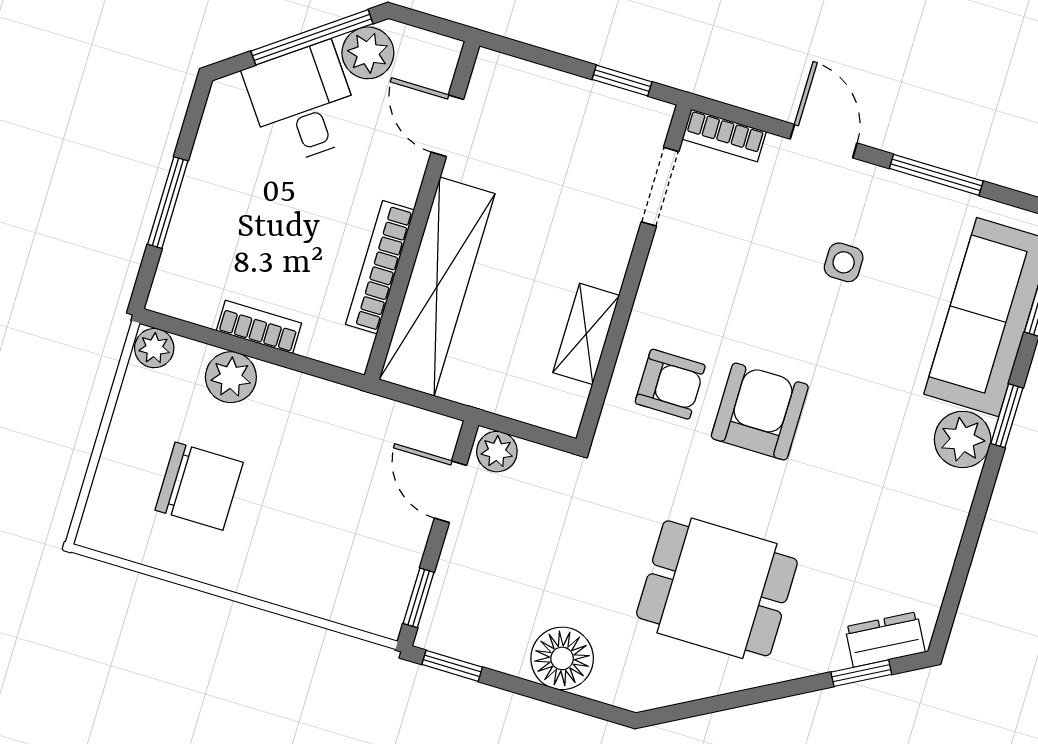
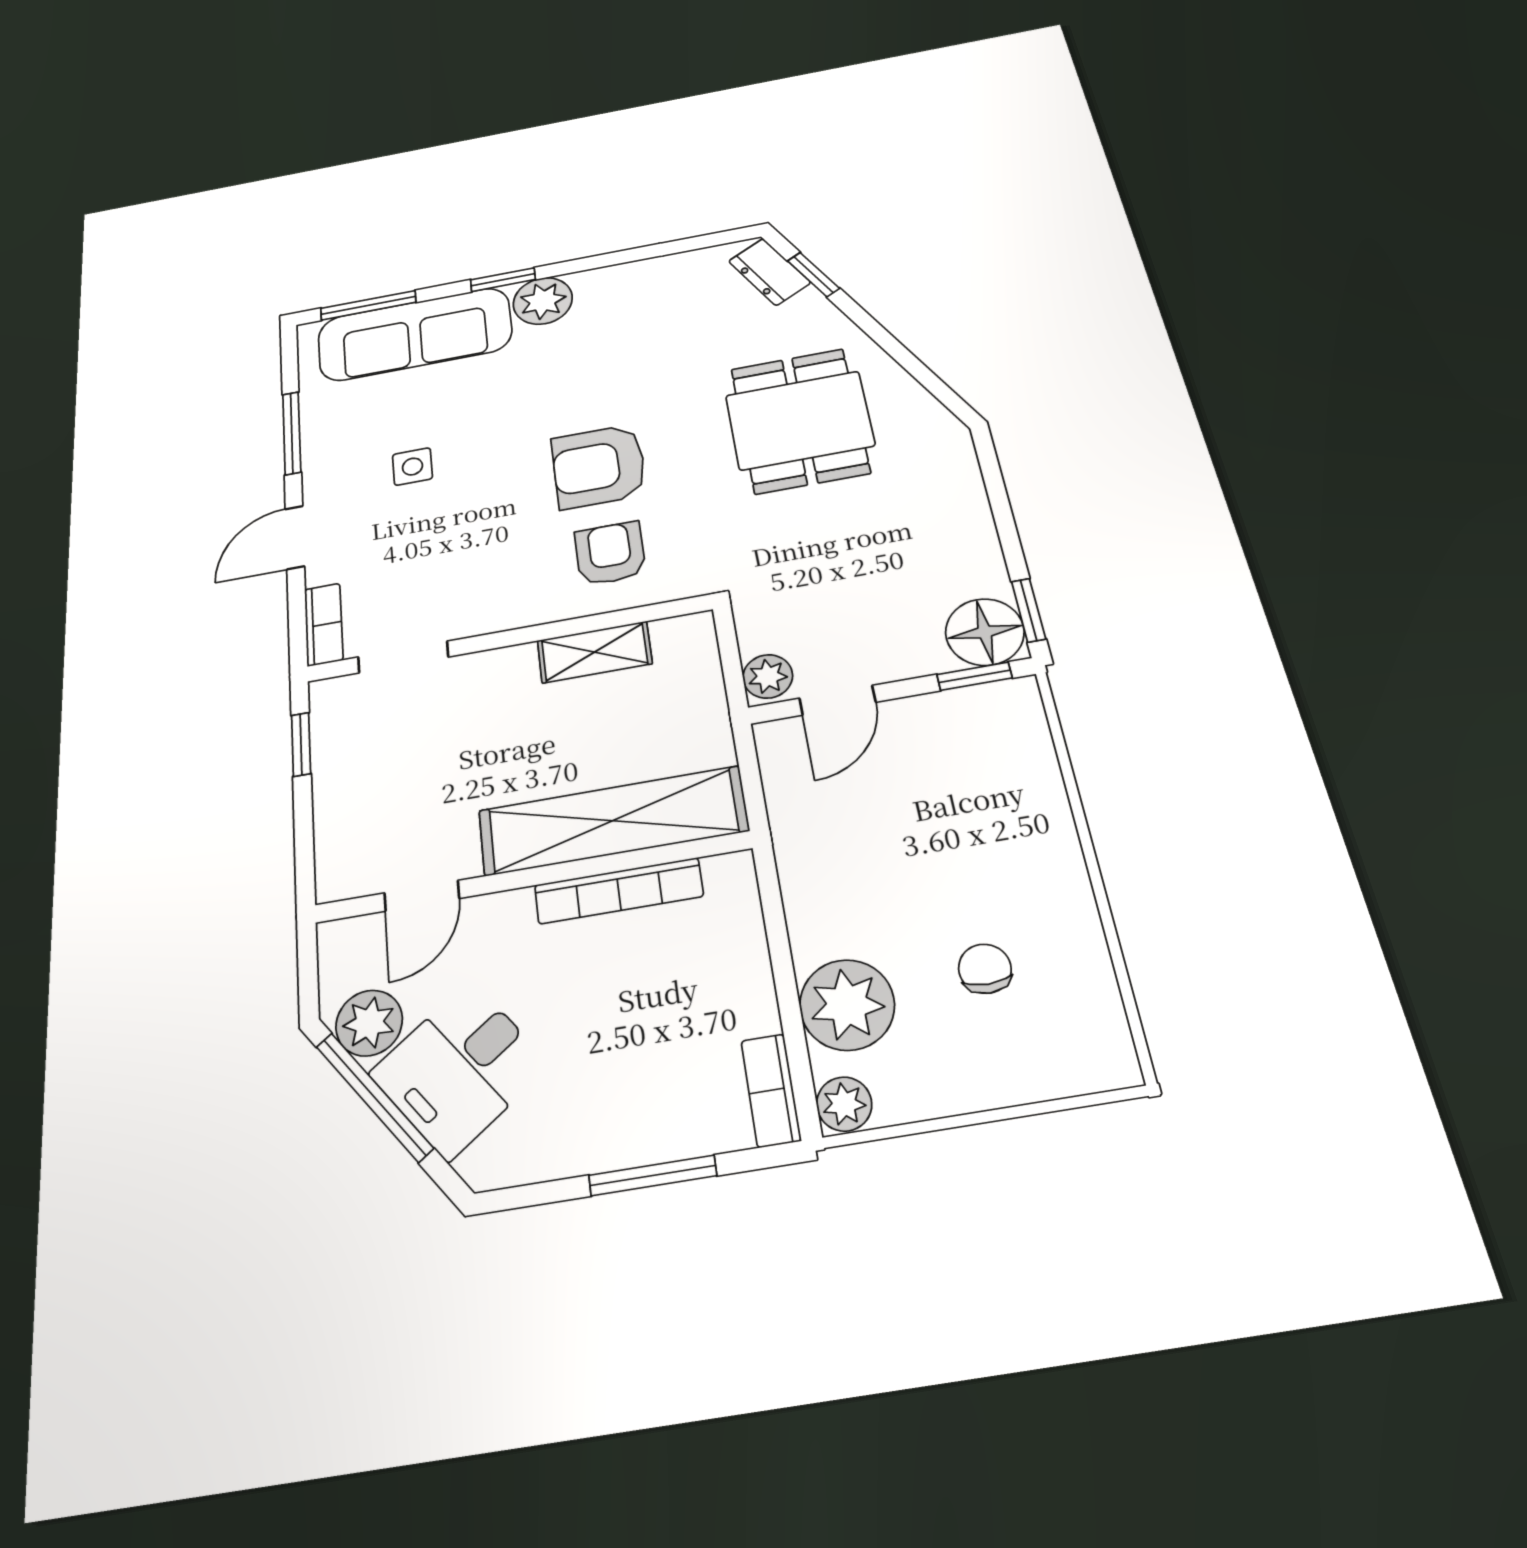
bookcase: (259, 327) -> (771, 1090), moved
plant: (231, 377) -> (847, 1005), width x1.36, depth x1.36
chair: (199, 486) -> (985, 969), width x0.54, depth x0.54
floor lamp: (562, 658) -> (985, 632), moved

